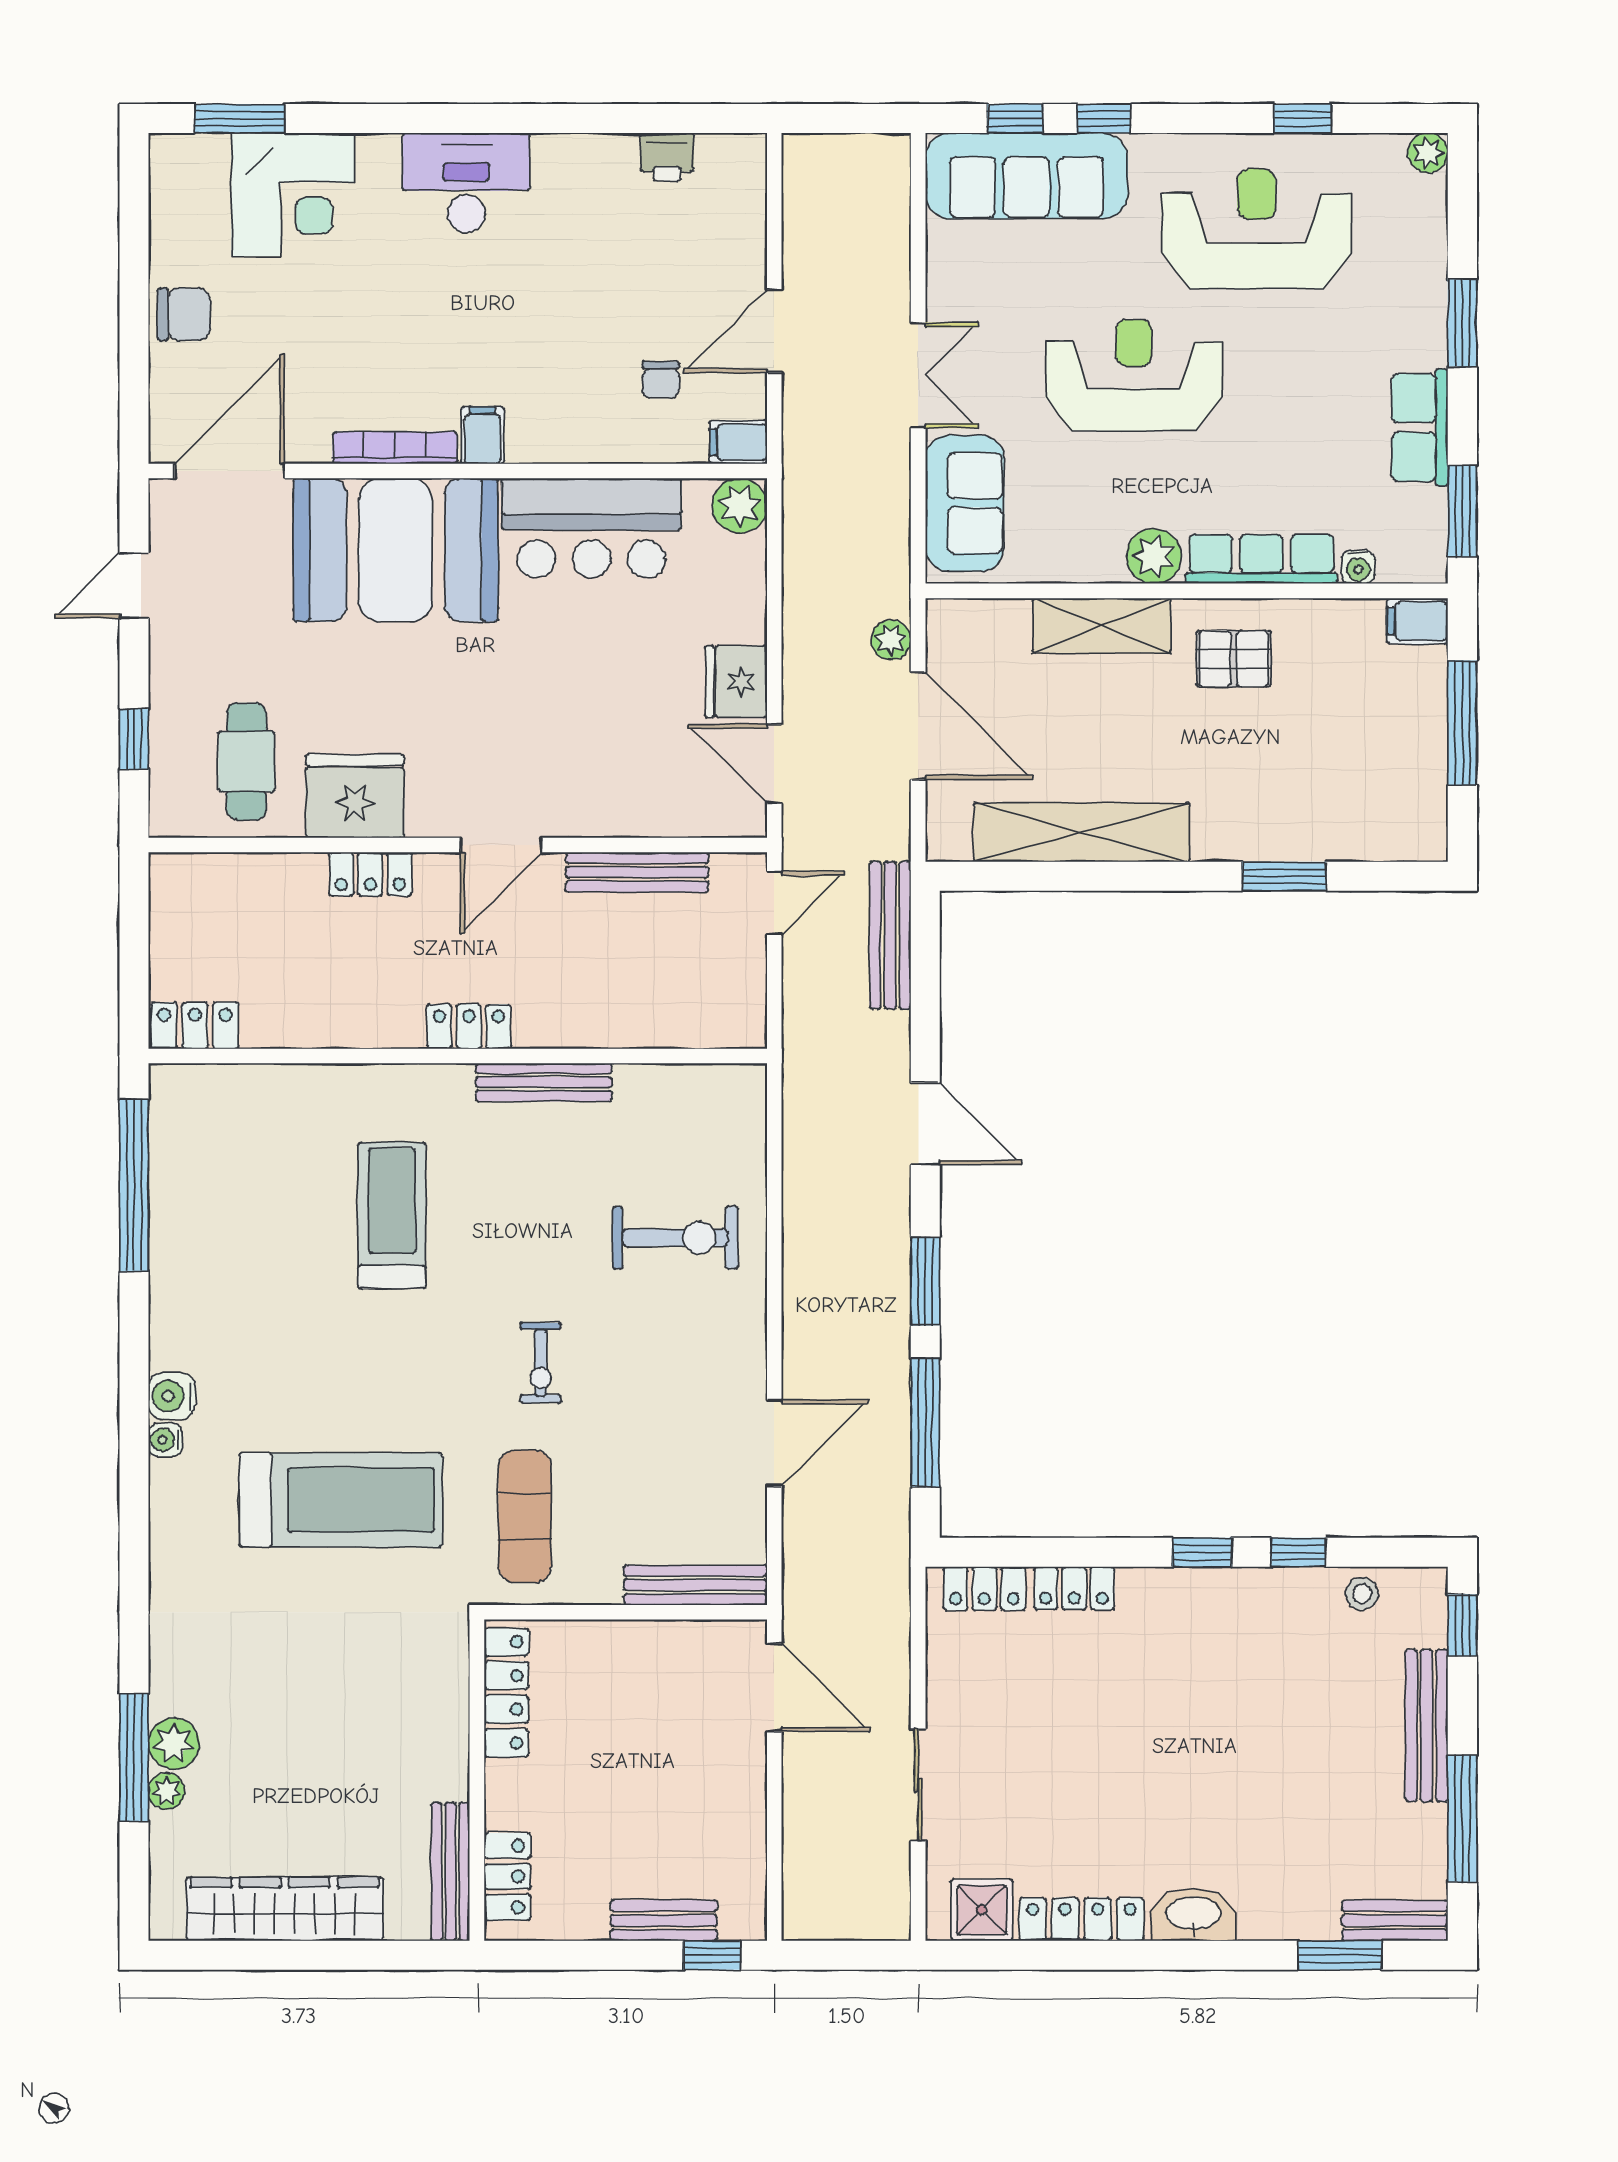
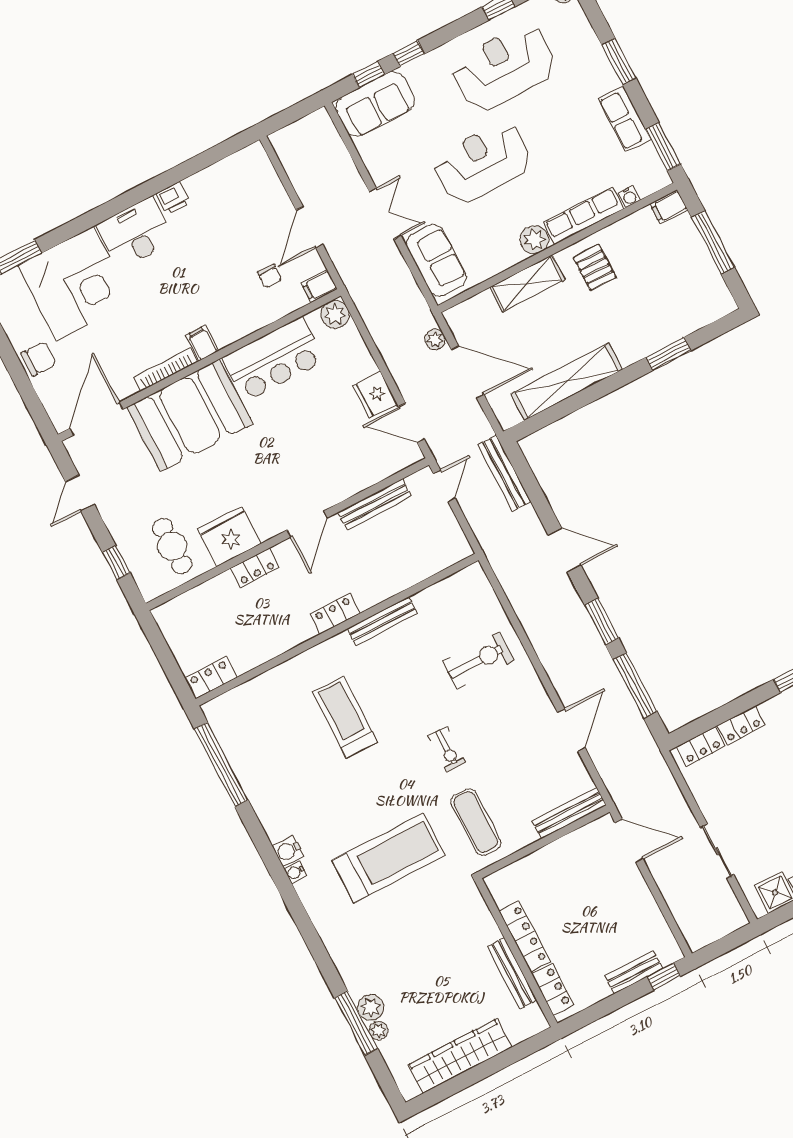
printer: (667, 157) -> (173, 198), moved
sofa: (1027, 176) -> (375, 104), width x0.73
corner desk: (293, 195) -> (75, 284), width x1.36, depth x1.36
pallet: (1234, 659) -> (595, 267), turned 90
locker: (506, 1692) -> (525, 936), moved
bench: (450, 1872) -> (512, 973), moved

